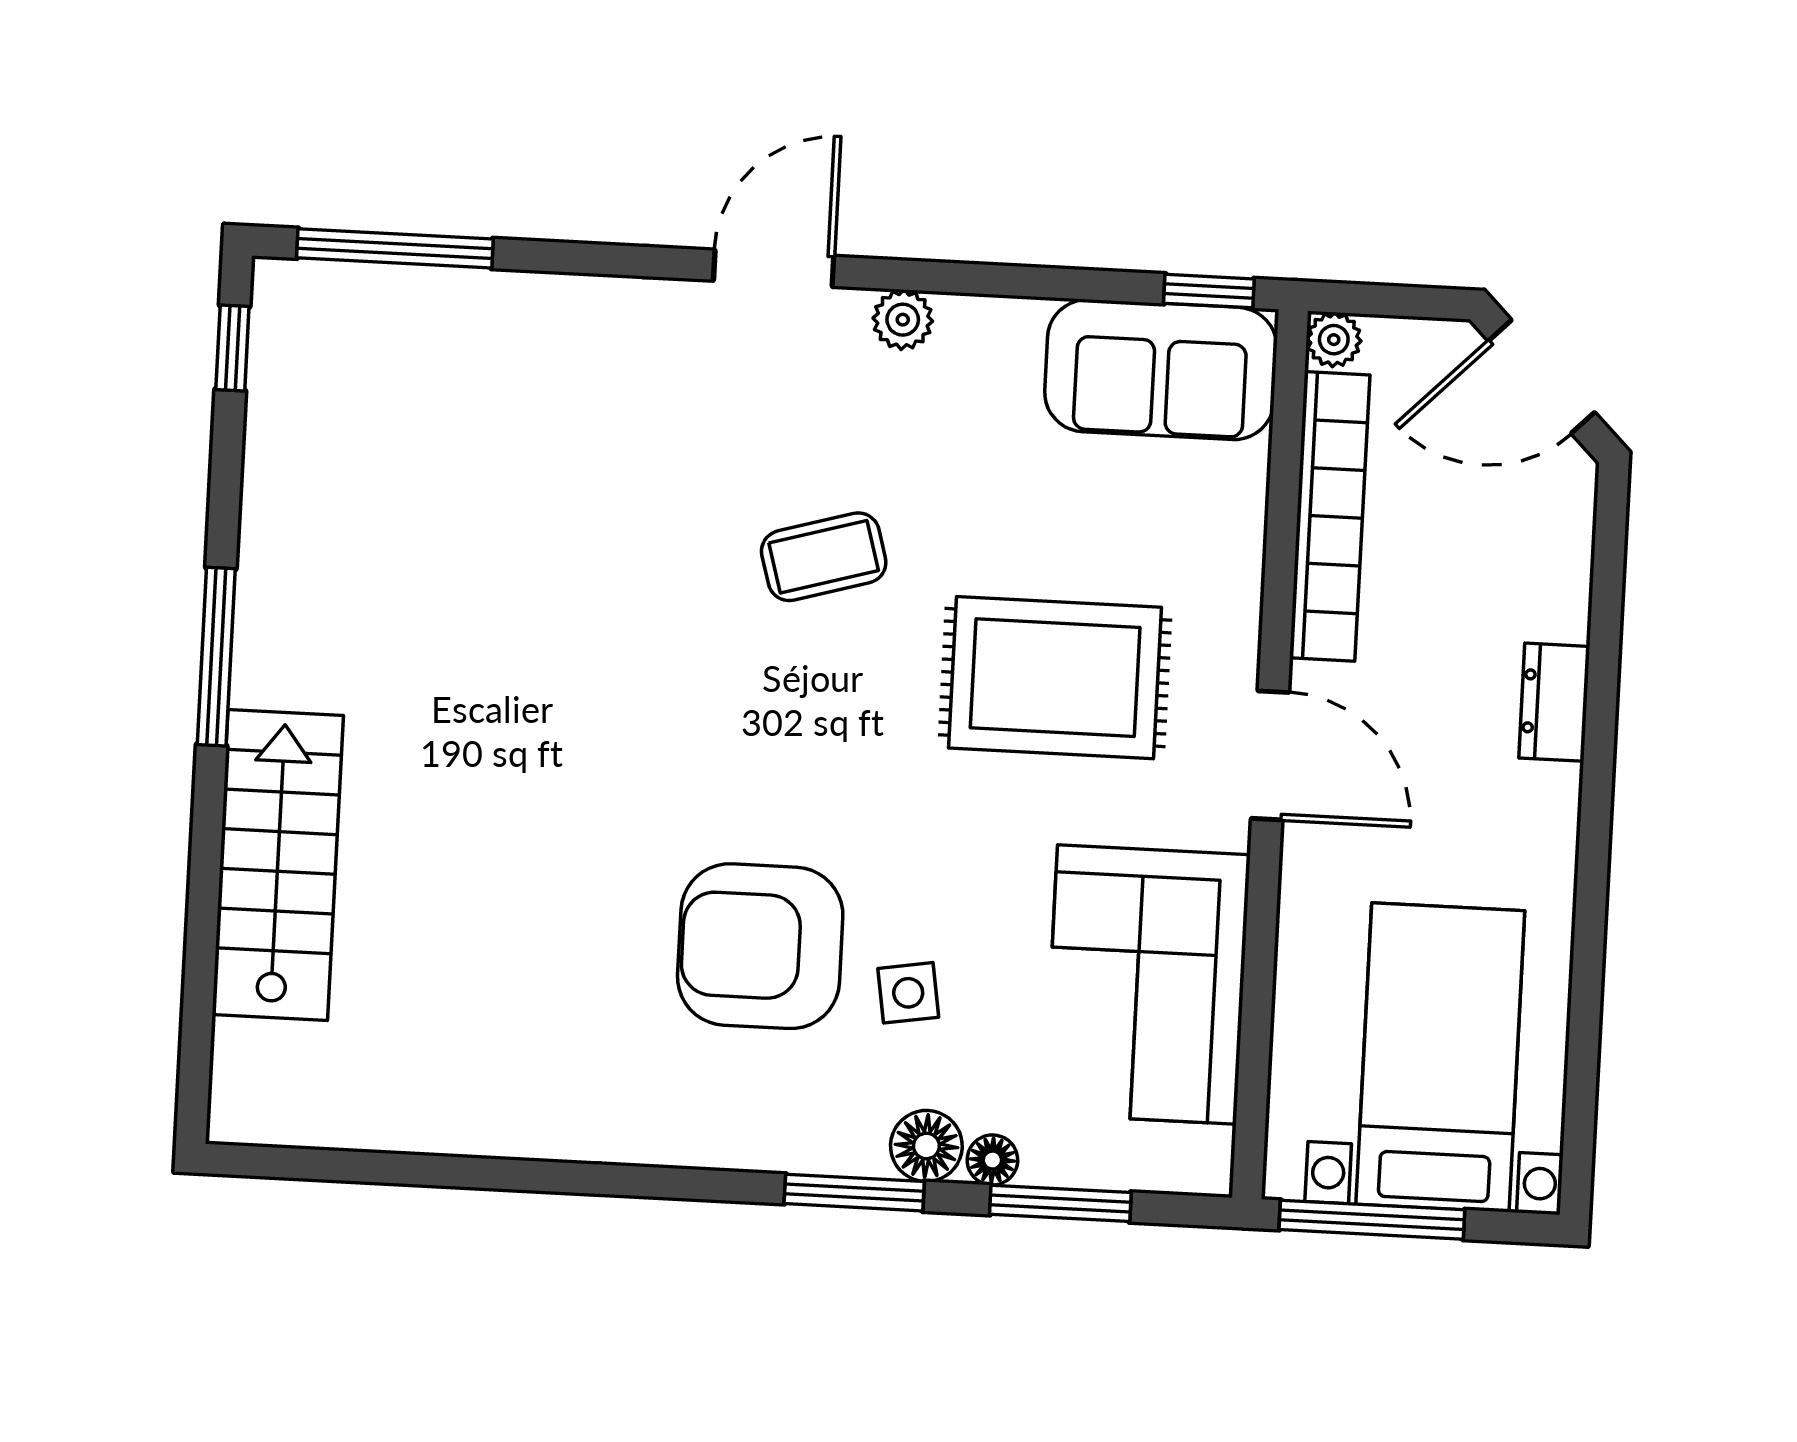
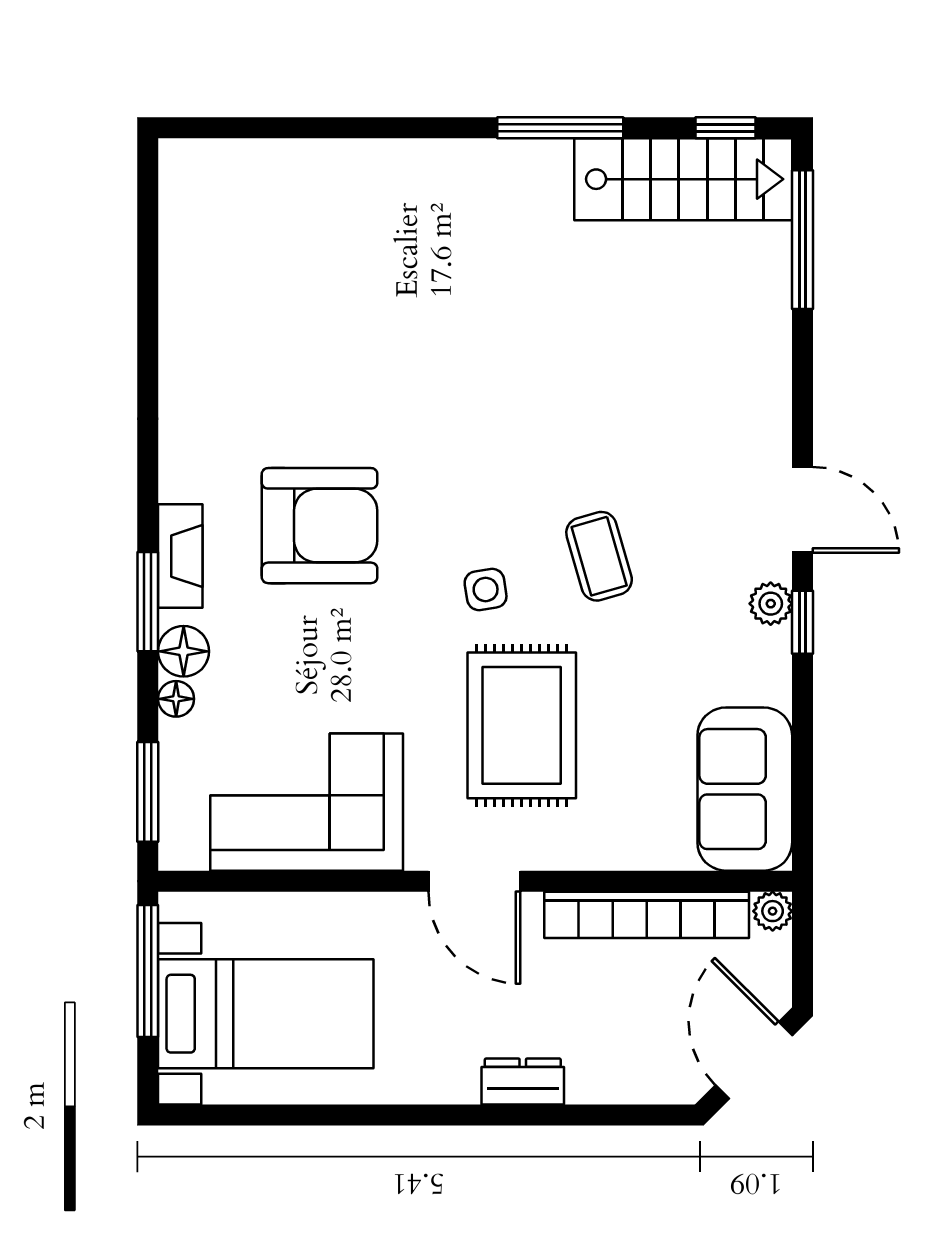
window: (1209, 291) -> (802, 622), moved
window: (216, 657) -> (560, 128), moved
door: (1270, 755) -> (474, 881), hinge flipped
stairs: (278, 865) -> (683, 179), moved
armchair: (760, 946) -> (320, 526), turned 90
side table: (908, 993) -> (486, 589), moved
fireplace: (793, 1144) -> (180, 556), added
window: (1060, 1203) -> (148, 792), moved

